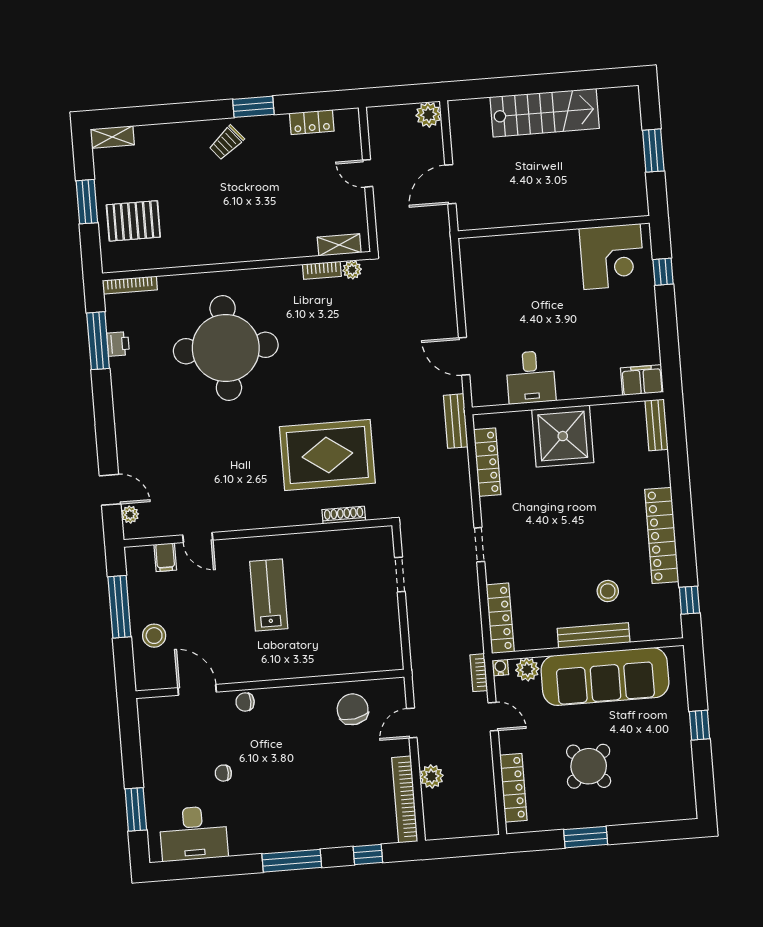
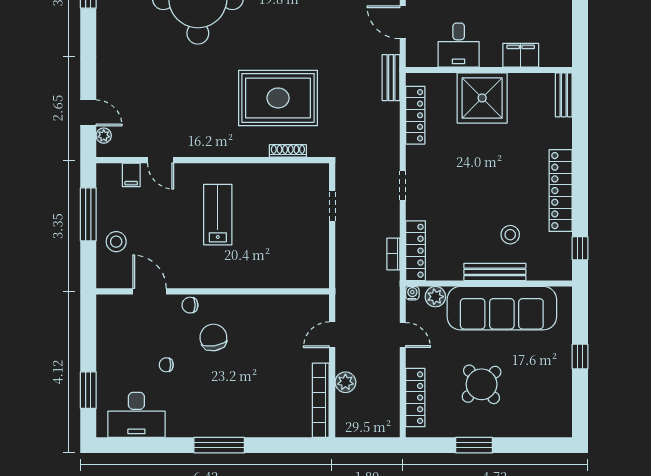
filing cabinet: (642, 380) -> (521, 55), moved
bookcase: (479, 673) -> (393, 254), moved
chair: (353, 709) -> (213, 338), moved
window: (368, 855) -> (285, 445), removed

